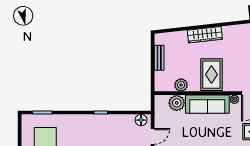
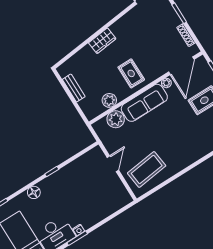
wardrobe: (205, 35) -> (102, 41), width x0.67
rug: (211, 75) -> (131, 73), width x0.73, depth x0.70
floor lamp: (141, 120) -> (34, 192), moved

